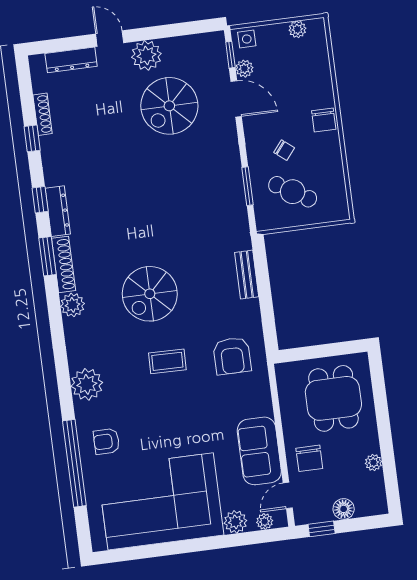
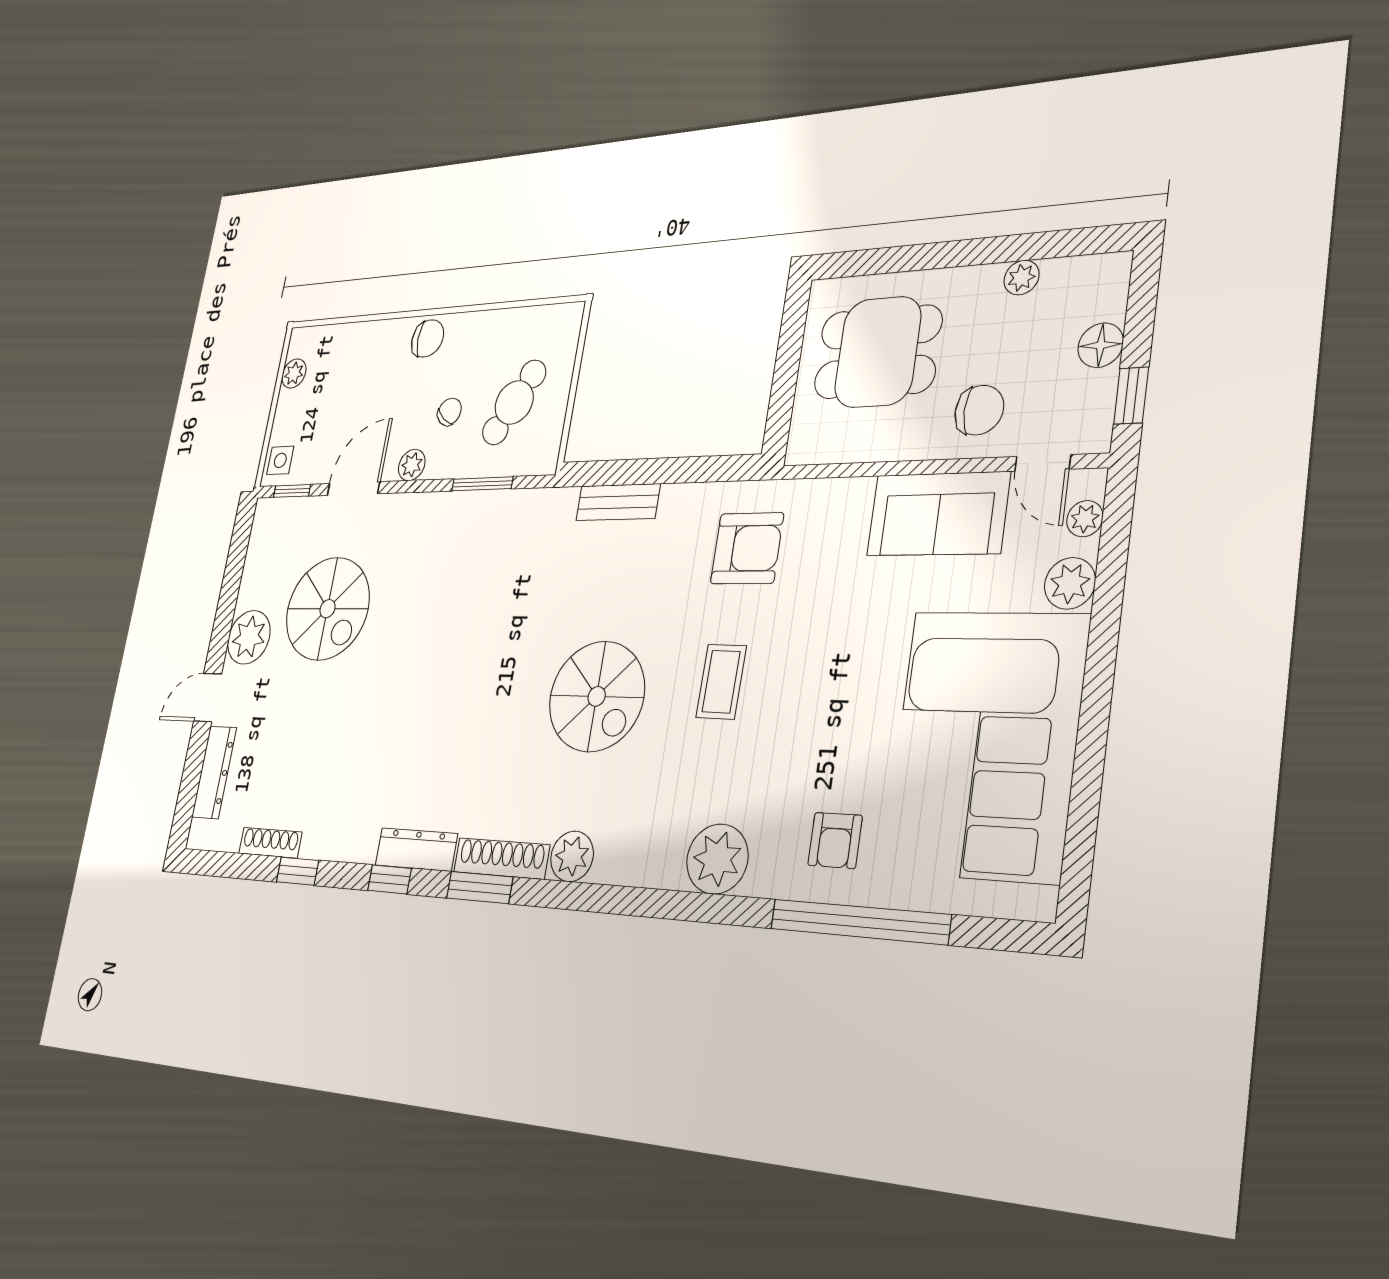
plant: (244, 69) -> (412, 465), moved

